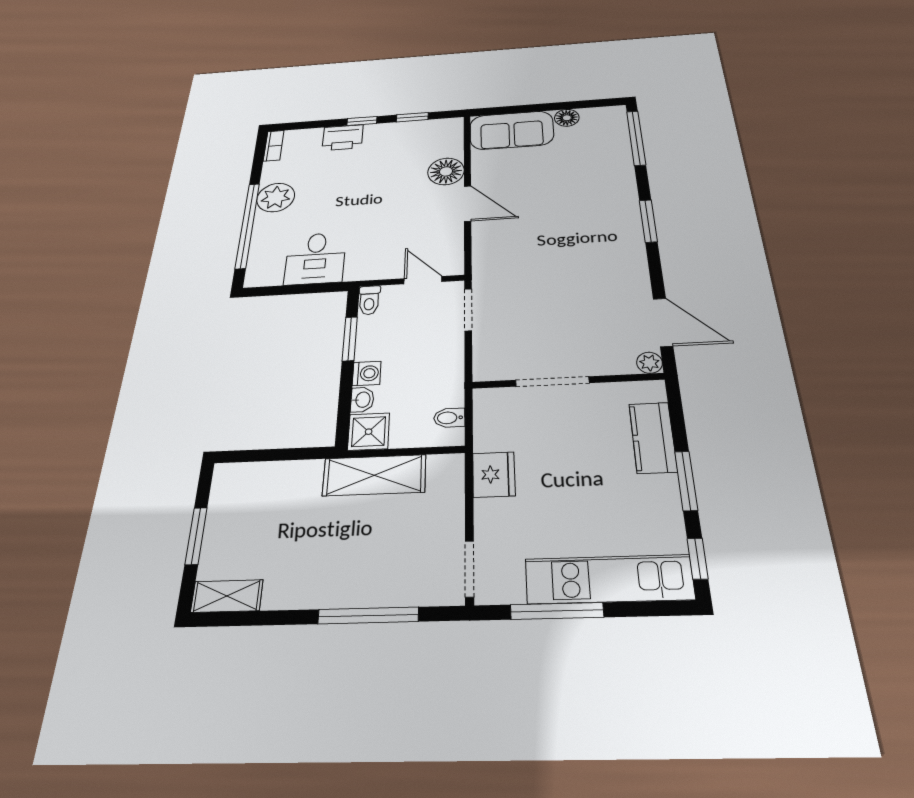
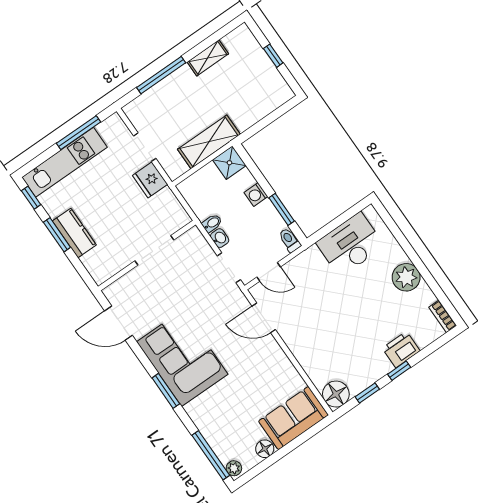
floor lamp: (446, 171) -> (336, 394), moved
door: (468, 203) -> (264, 318), moved
window: (248, 225) -> (407, 247), removed
corner sofa: (602, 244) -> (182, 358), added
desk: (315, 258) -> (350, 244), width x1.37
plant: (649, 363) -> (234, 468), moved
washbasin: (362, 400) -> (220, 238), moved, turned 180
bidet: (449, 418) -> (212, 223), moved
kitchen counter: (653, 437) -> (74, 233), moved
window: (196, 536) -> (273, 56), width x0.67
doorway: (469, 569) -> (145, 147), moved
shelving: (227, 596) -> (208, 58), moved

